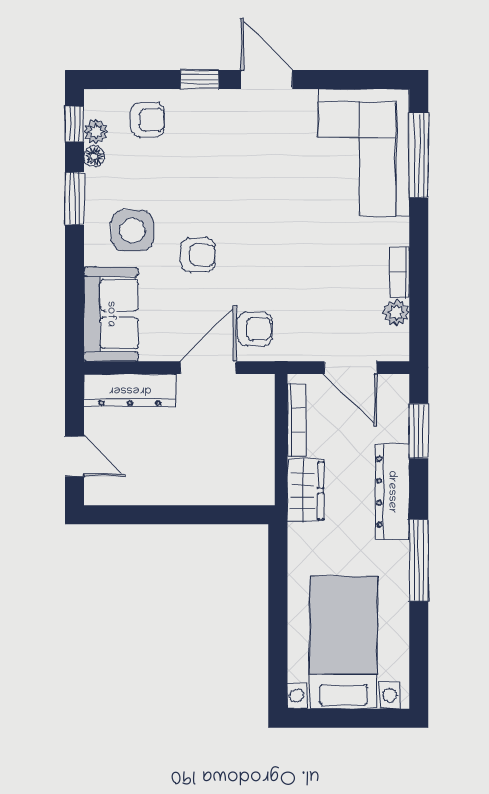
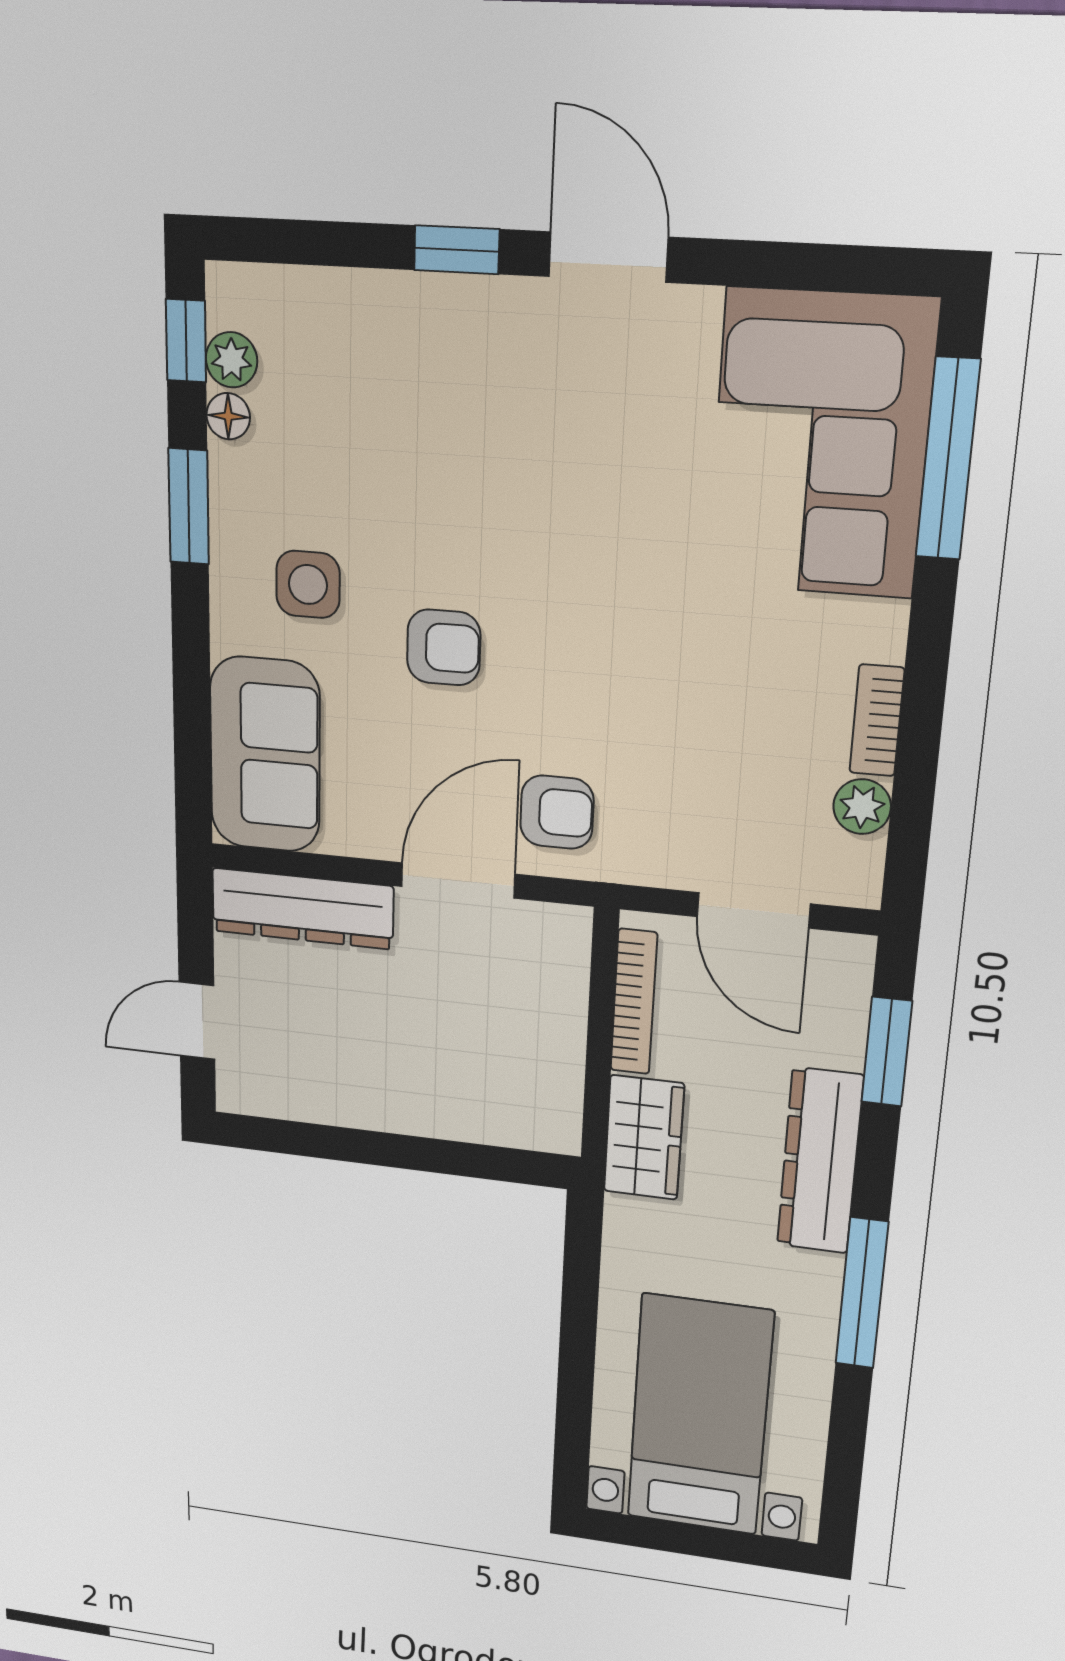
armchair: (148, 120) -> (341, 339), removed
side table: (132, 231) -> (308, 584), width x0.73, depth x0.73
door: (74, 456) -> (197, 1021), swing flipped

